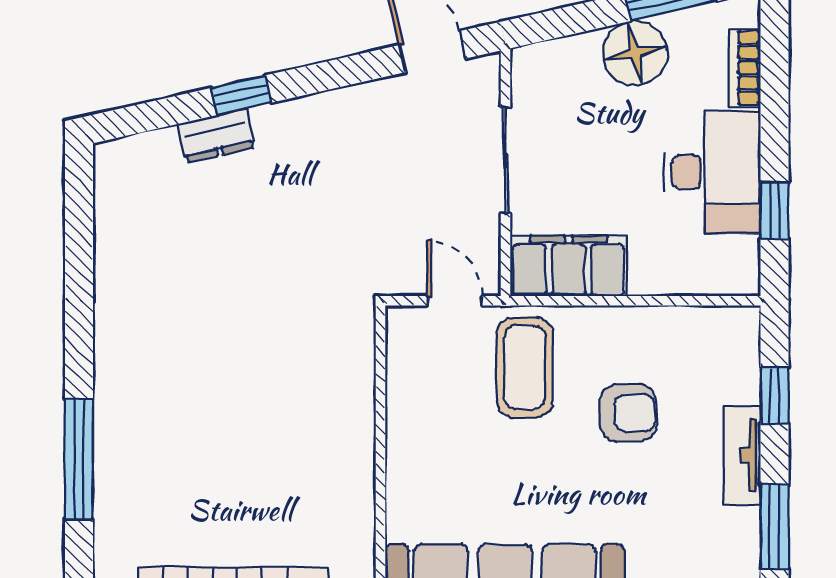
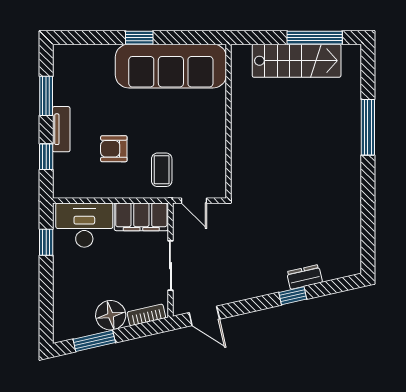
bookcase: (745, 68) -> (146, 315), moved, turned -103
desk: (712, 172) -> (84, 225), moved, turned 90
coffee table: (525, 367) -> (162, 170), width x0.73, depth x0.77

